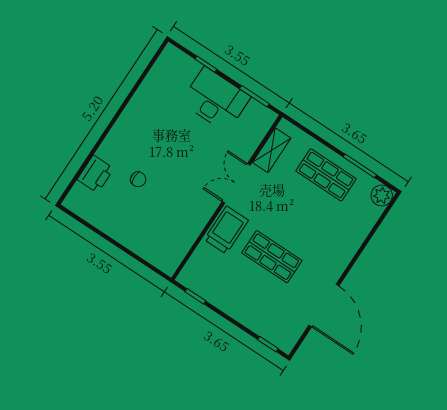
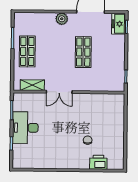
plant: (382, 196) -> (62, 19), moved
trolley: (226, 230) -> (85, 82), removed
freezer: (280, 335) -> (119, 24), added

